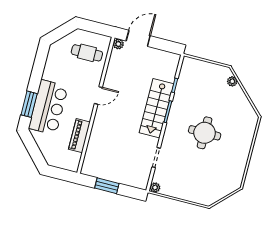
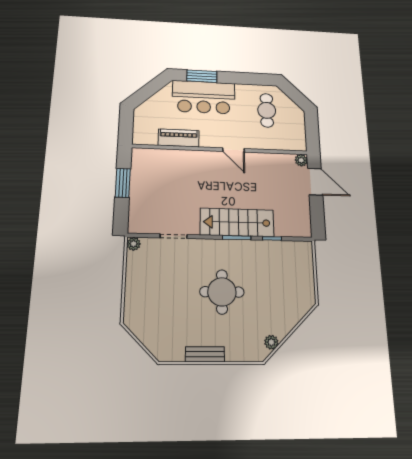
cafe table: (87, 53) -> (267, 110), moved
plant: (232, 81) -> (271, 342), moved
bench: (244, 156) -> (205, 354), added

